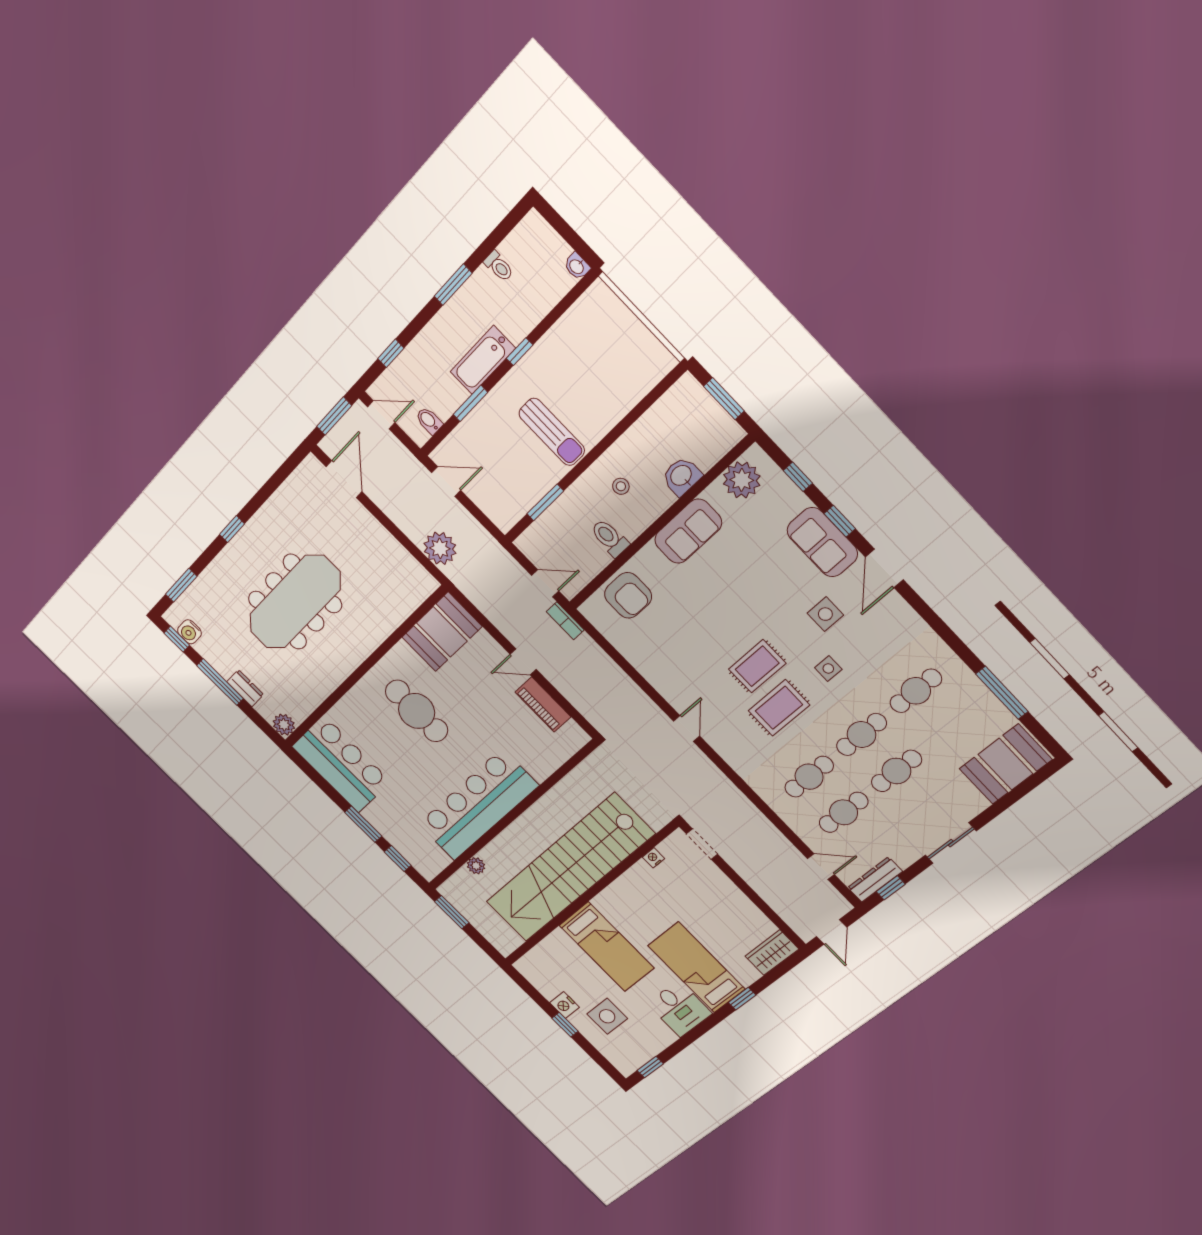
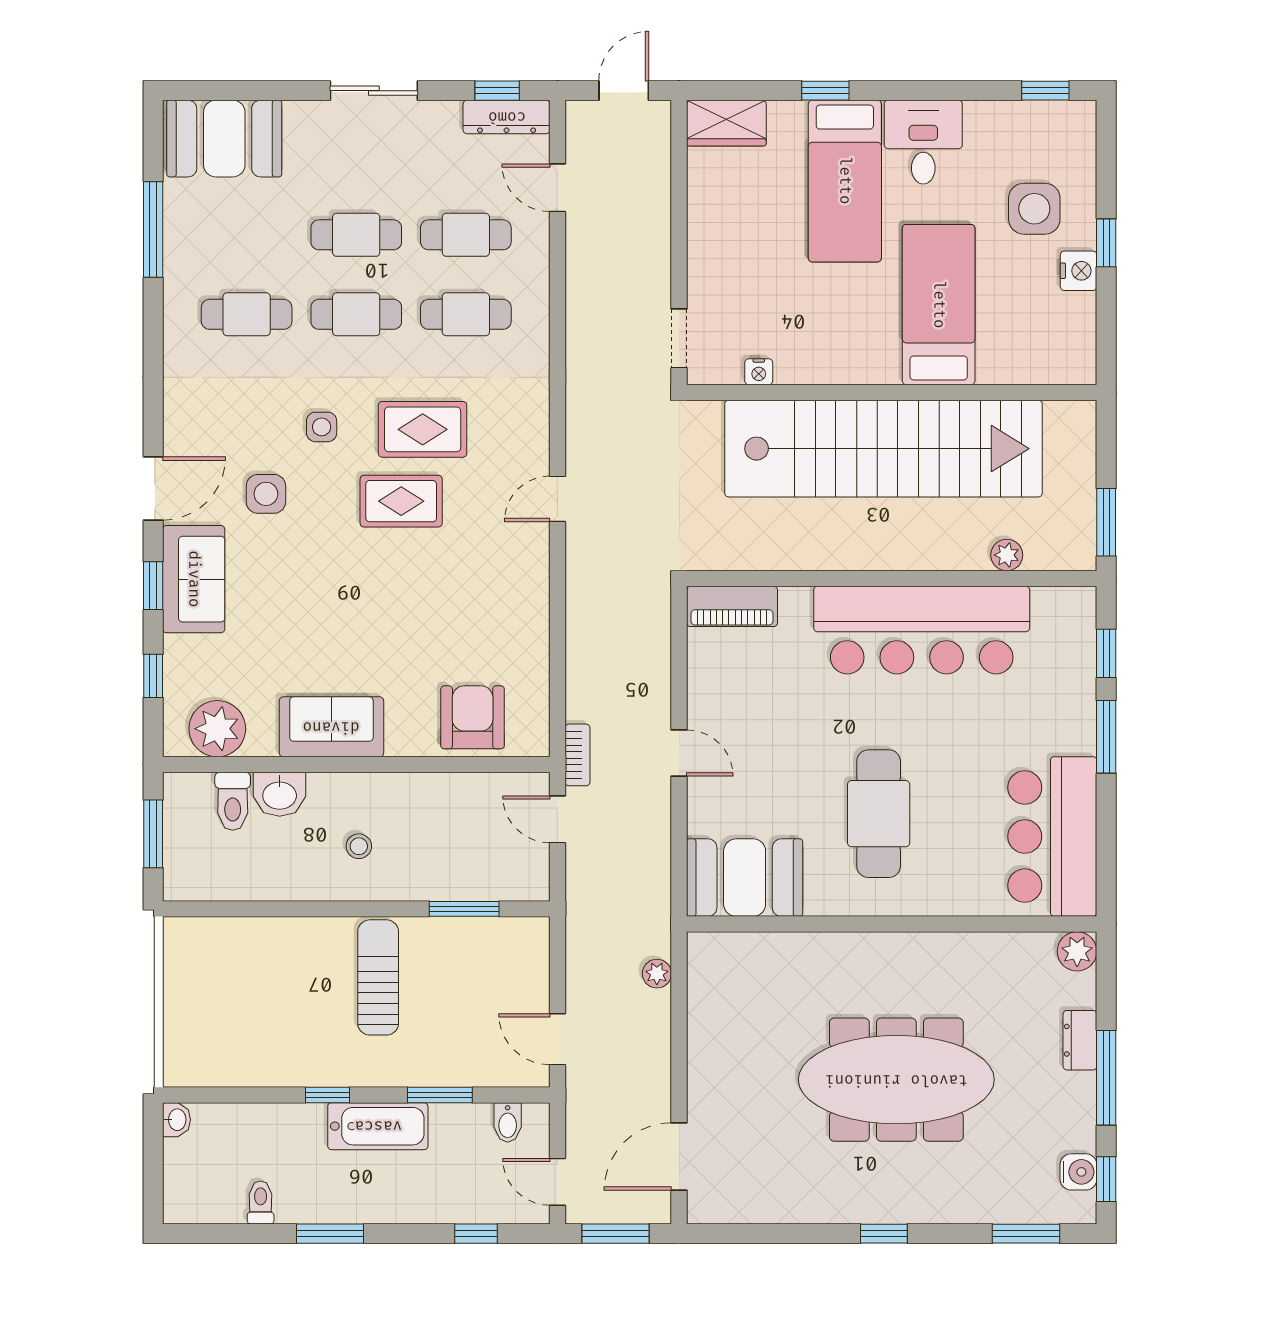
toilet: (610, 538) -> (233, 801), moved
plant: (440, 548) -> (657, 974), width x0.53, depth x0.53
piano: (543, 705) -> (732, 606), moved, turned 90

